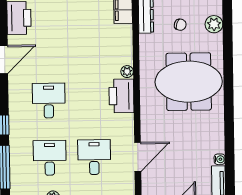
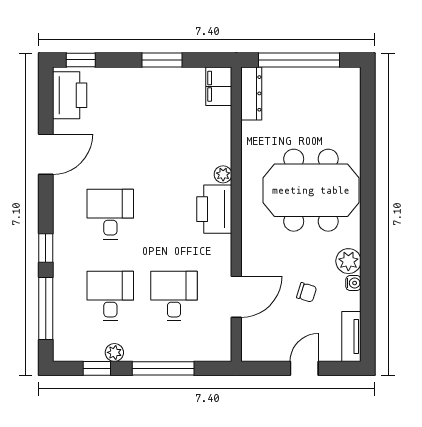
plant: (214, 24) -> (348, 261), moved
chair: (180, 25) -> (307, 292), moved
water cooler: (220, 159) -> (353, 283), moved

